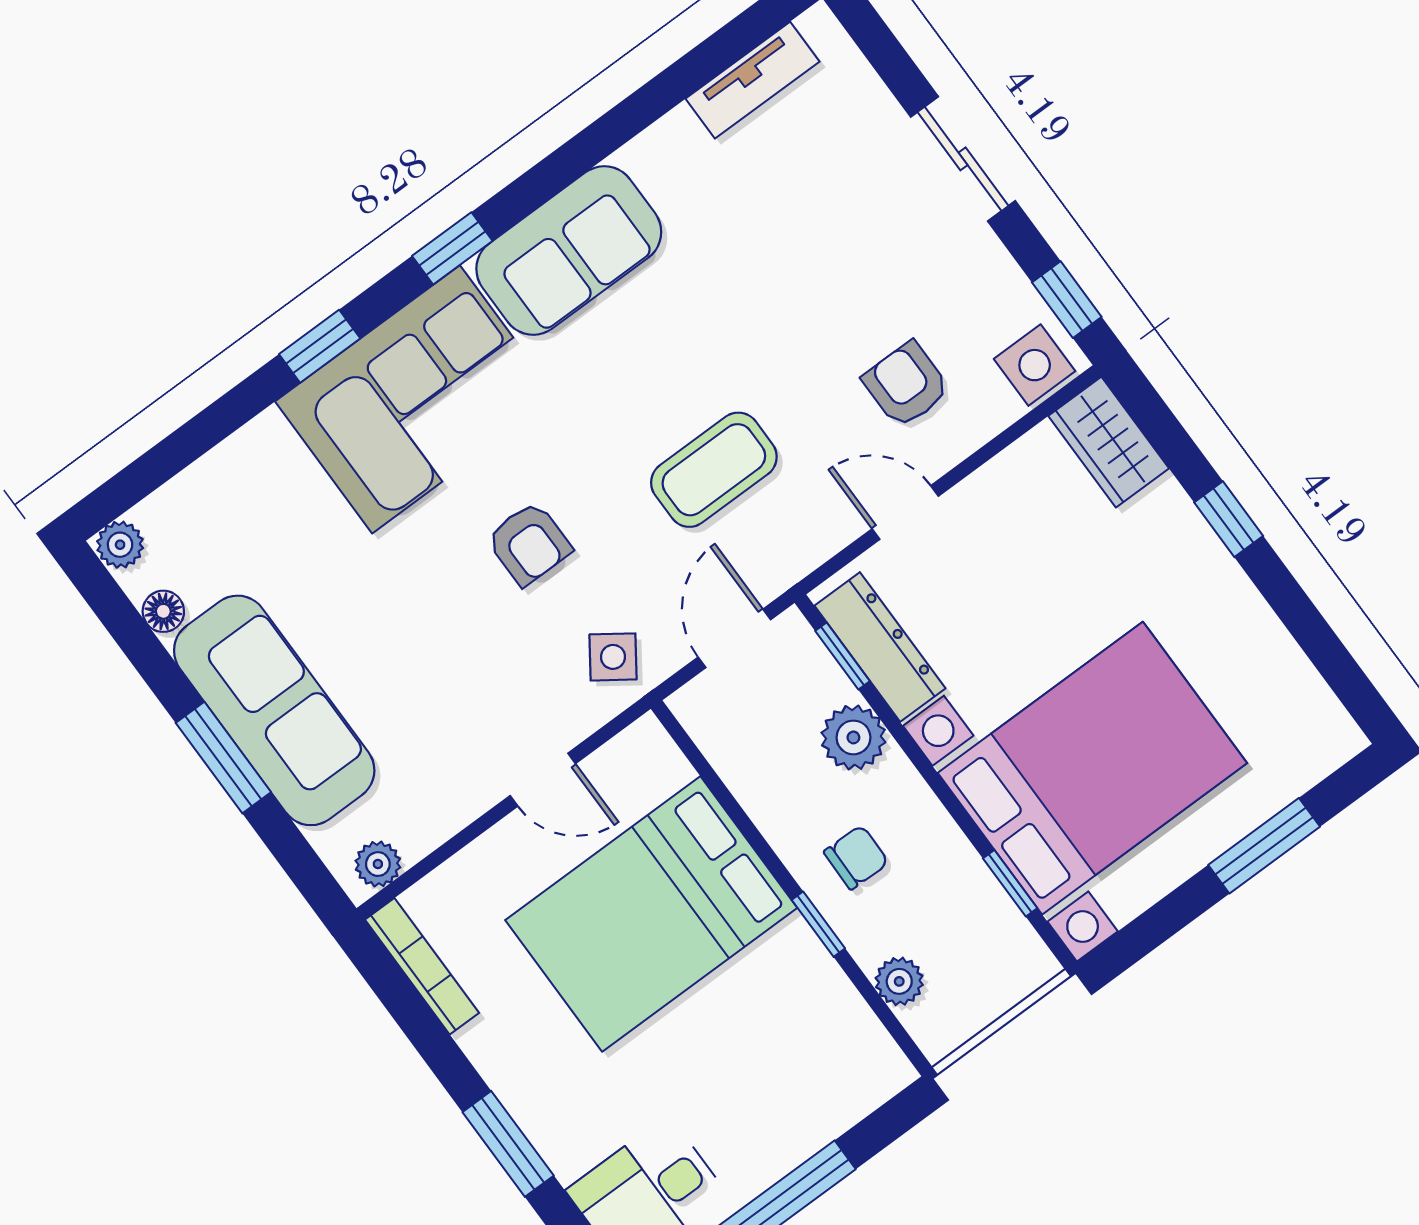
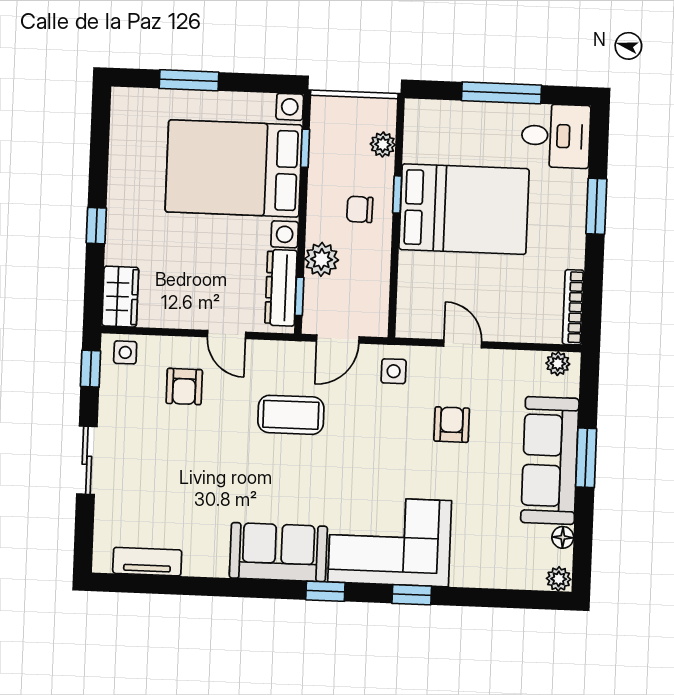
side table: (1035, 365) -> (125, 352), width x0.73, depth x0.73
armchair: (529, 544) -> (452, 425), moved
side table: (613, 657) -> (394, 371), turned -35
bed: (651, 914) -> (464, 209), moved

